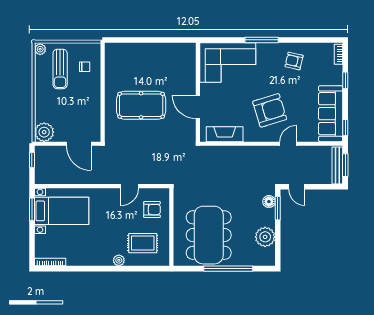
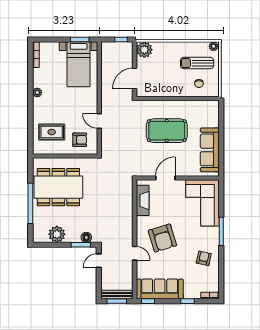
sofa: (164, 54) -> (210, 150), added
pool table: (141, 105) -> (167, 131), turned 90
armchair: (152, 210) -> (80, 140), turned -90
rug: (143, 243) -> (52, 132), turned 90
plant: (119, 260) -> (37, 92), moved

